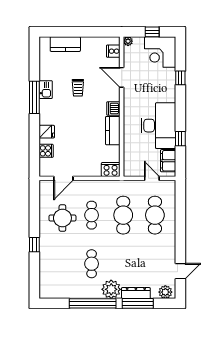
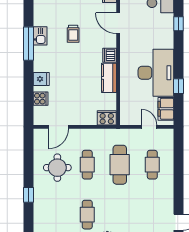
cafe table: (155, 215) -> (152, 165), width x0.73, depth x0.74

